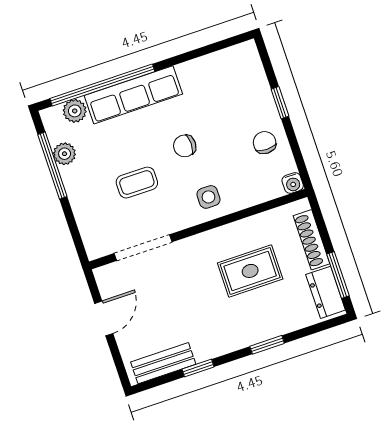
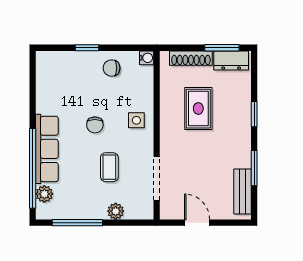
plant: (65, 154) -> (116, 211), moved
window: (198, 368) -> (254, 168), width x1.50

